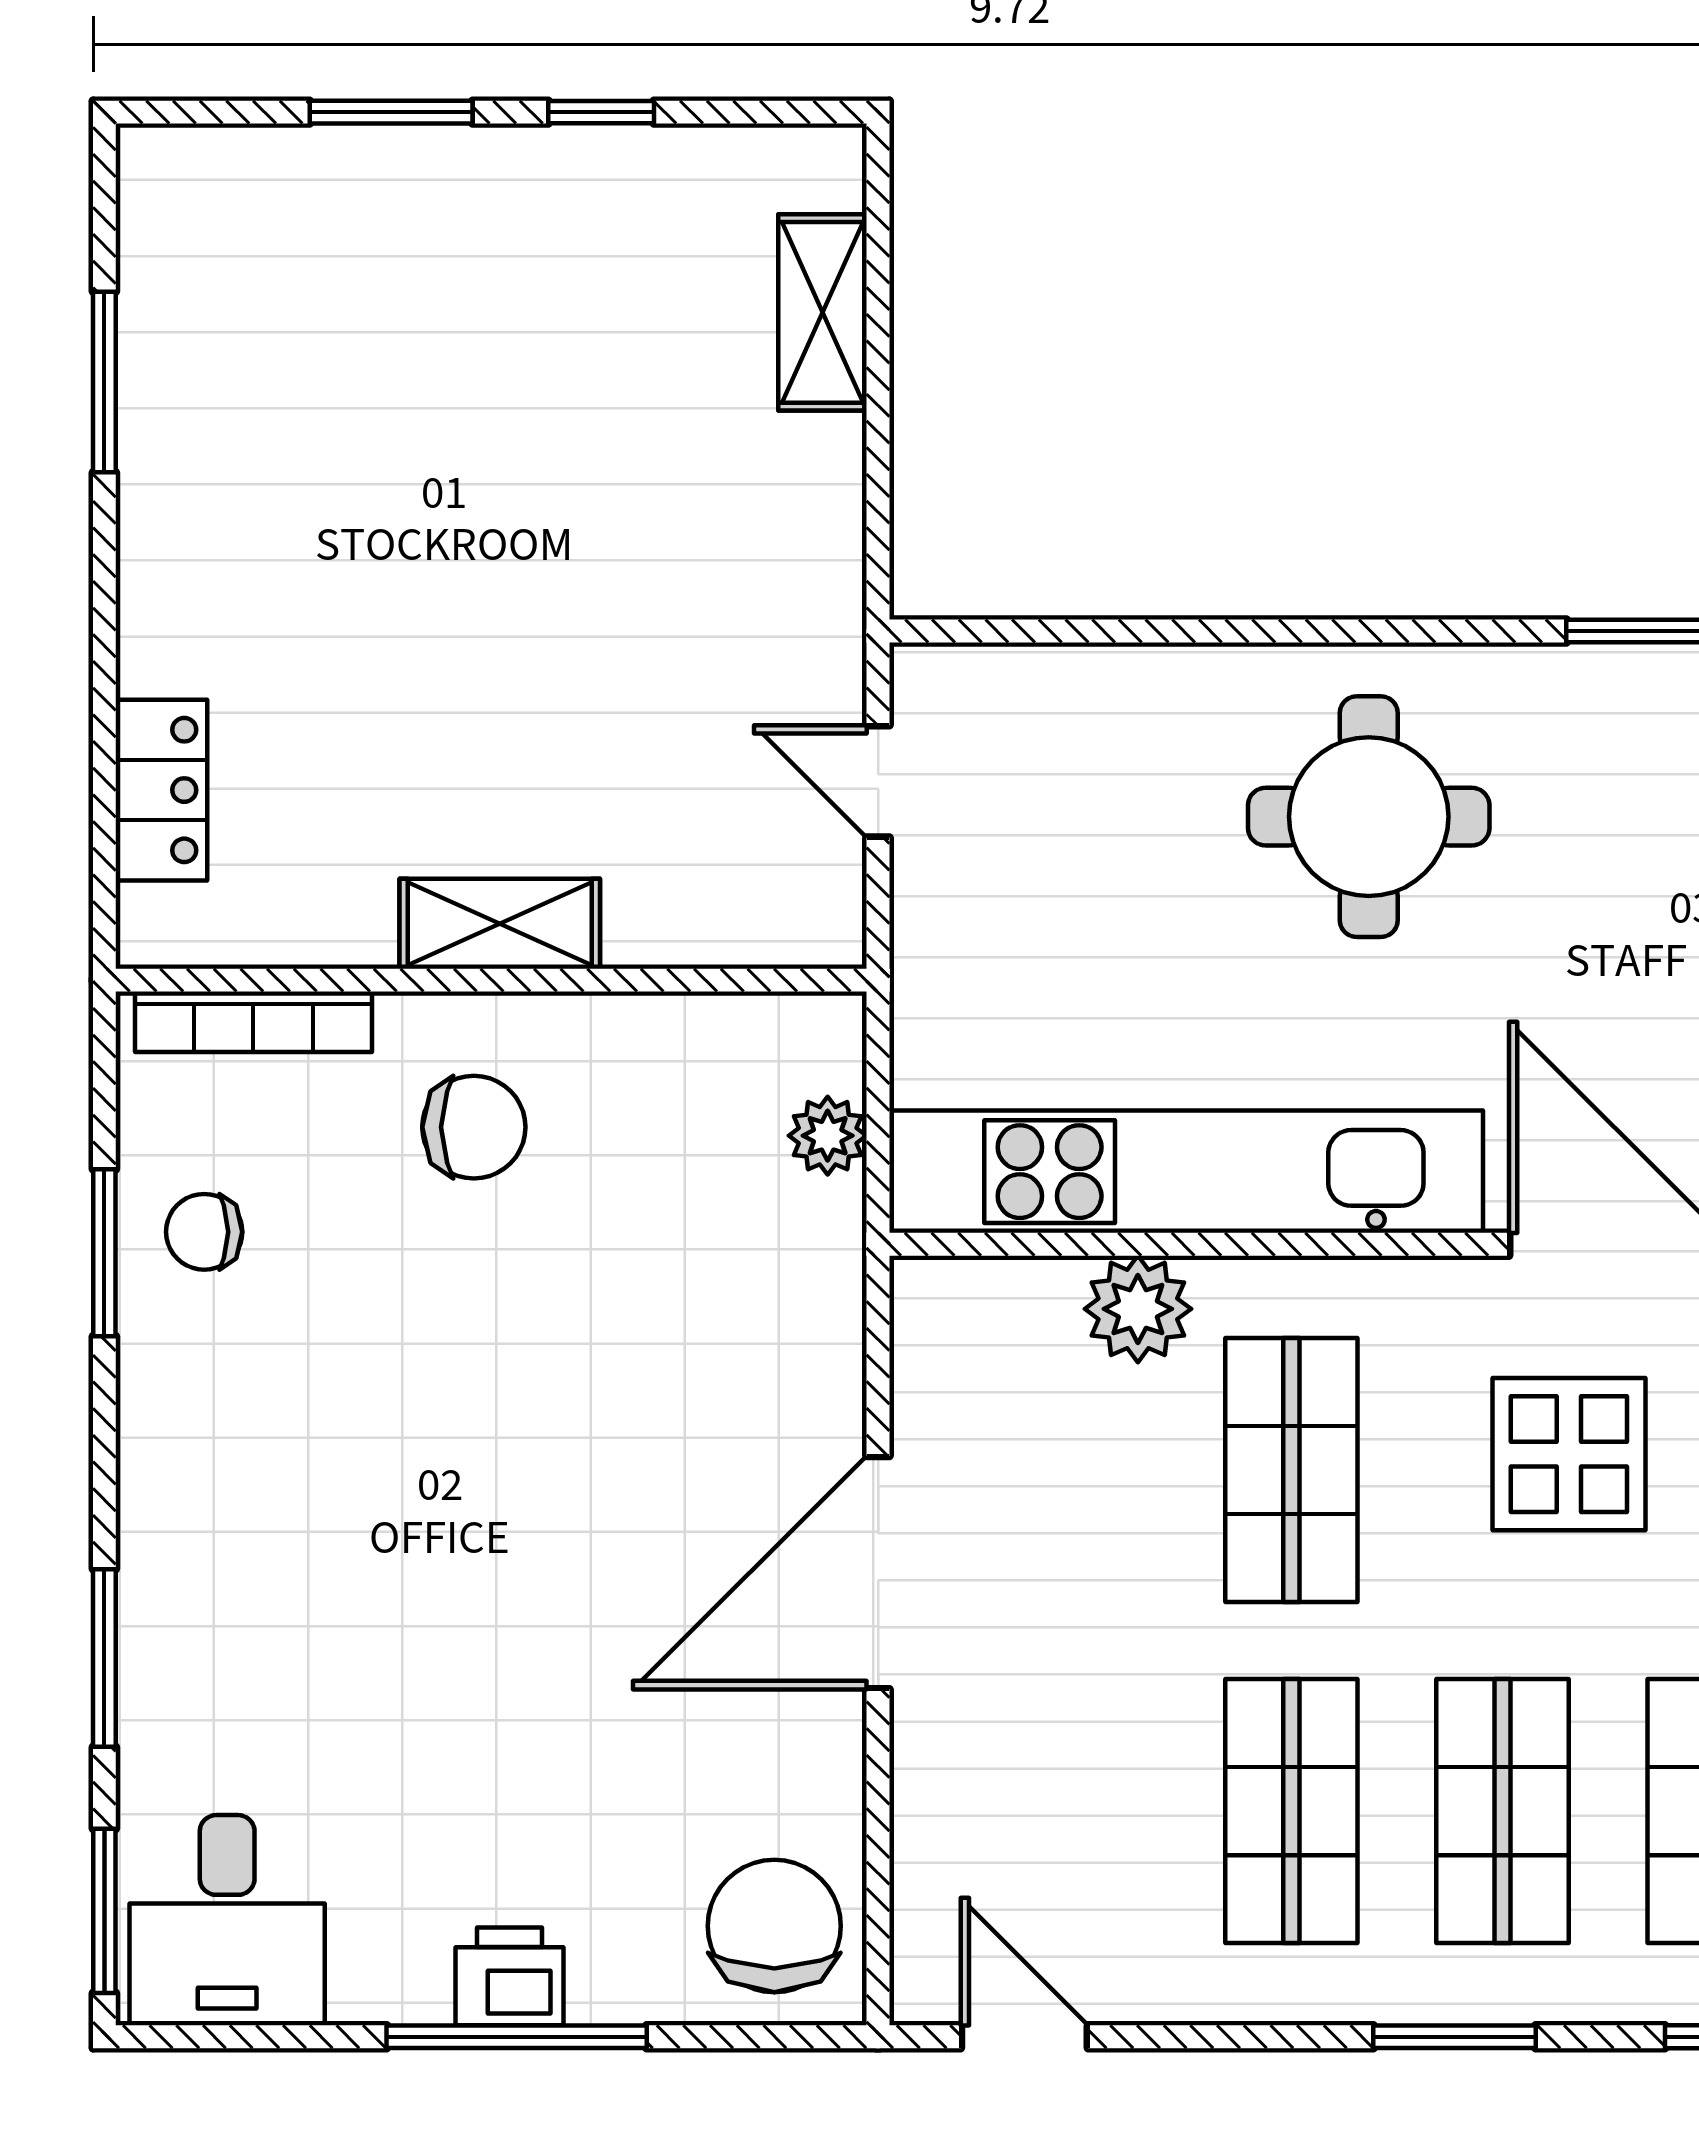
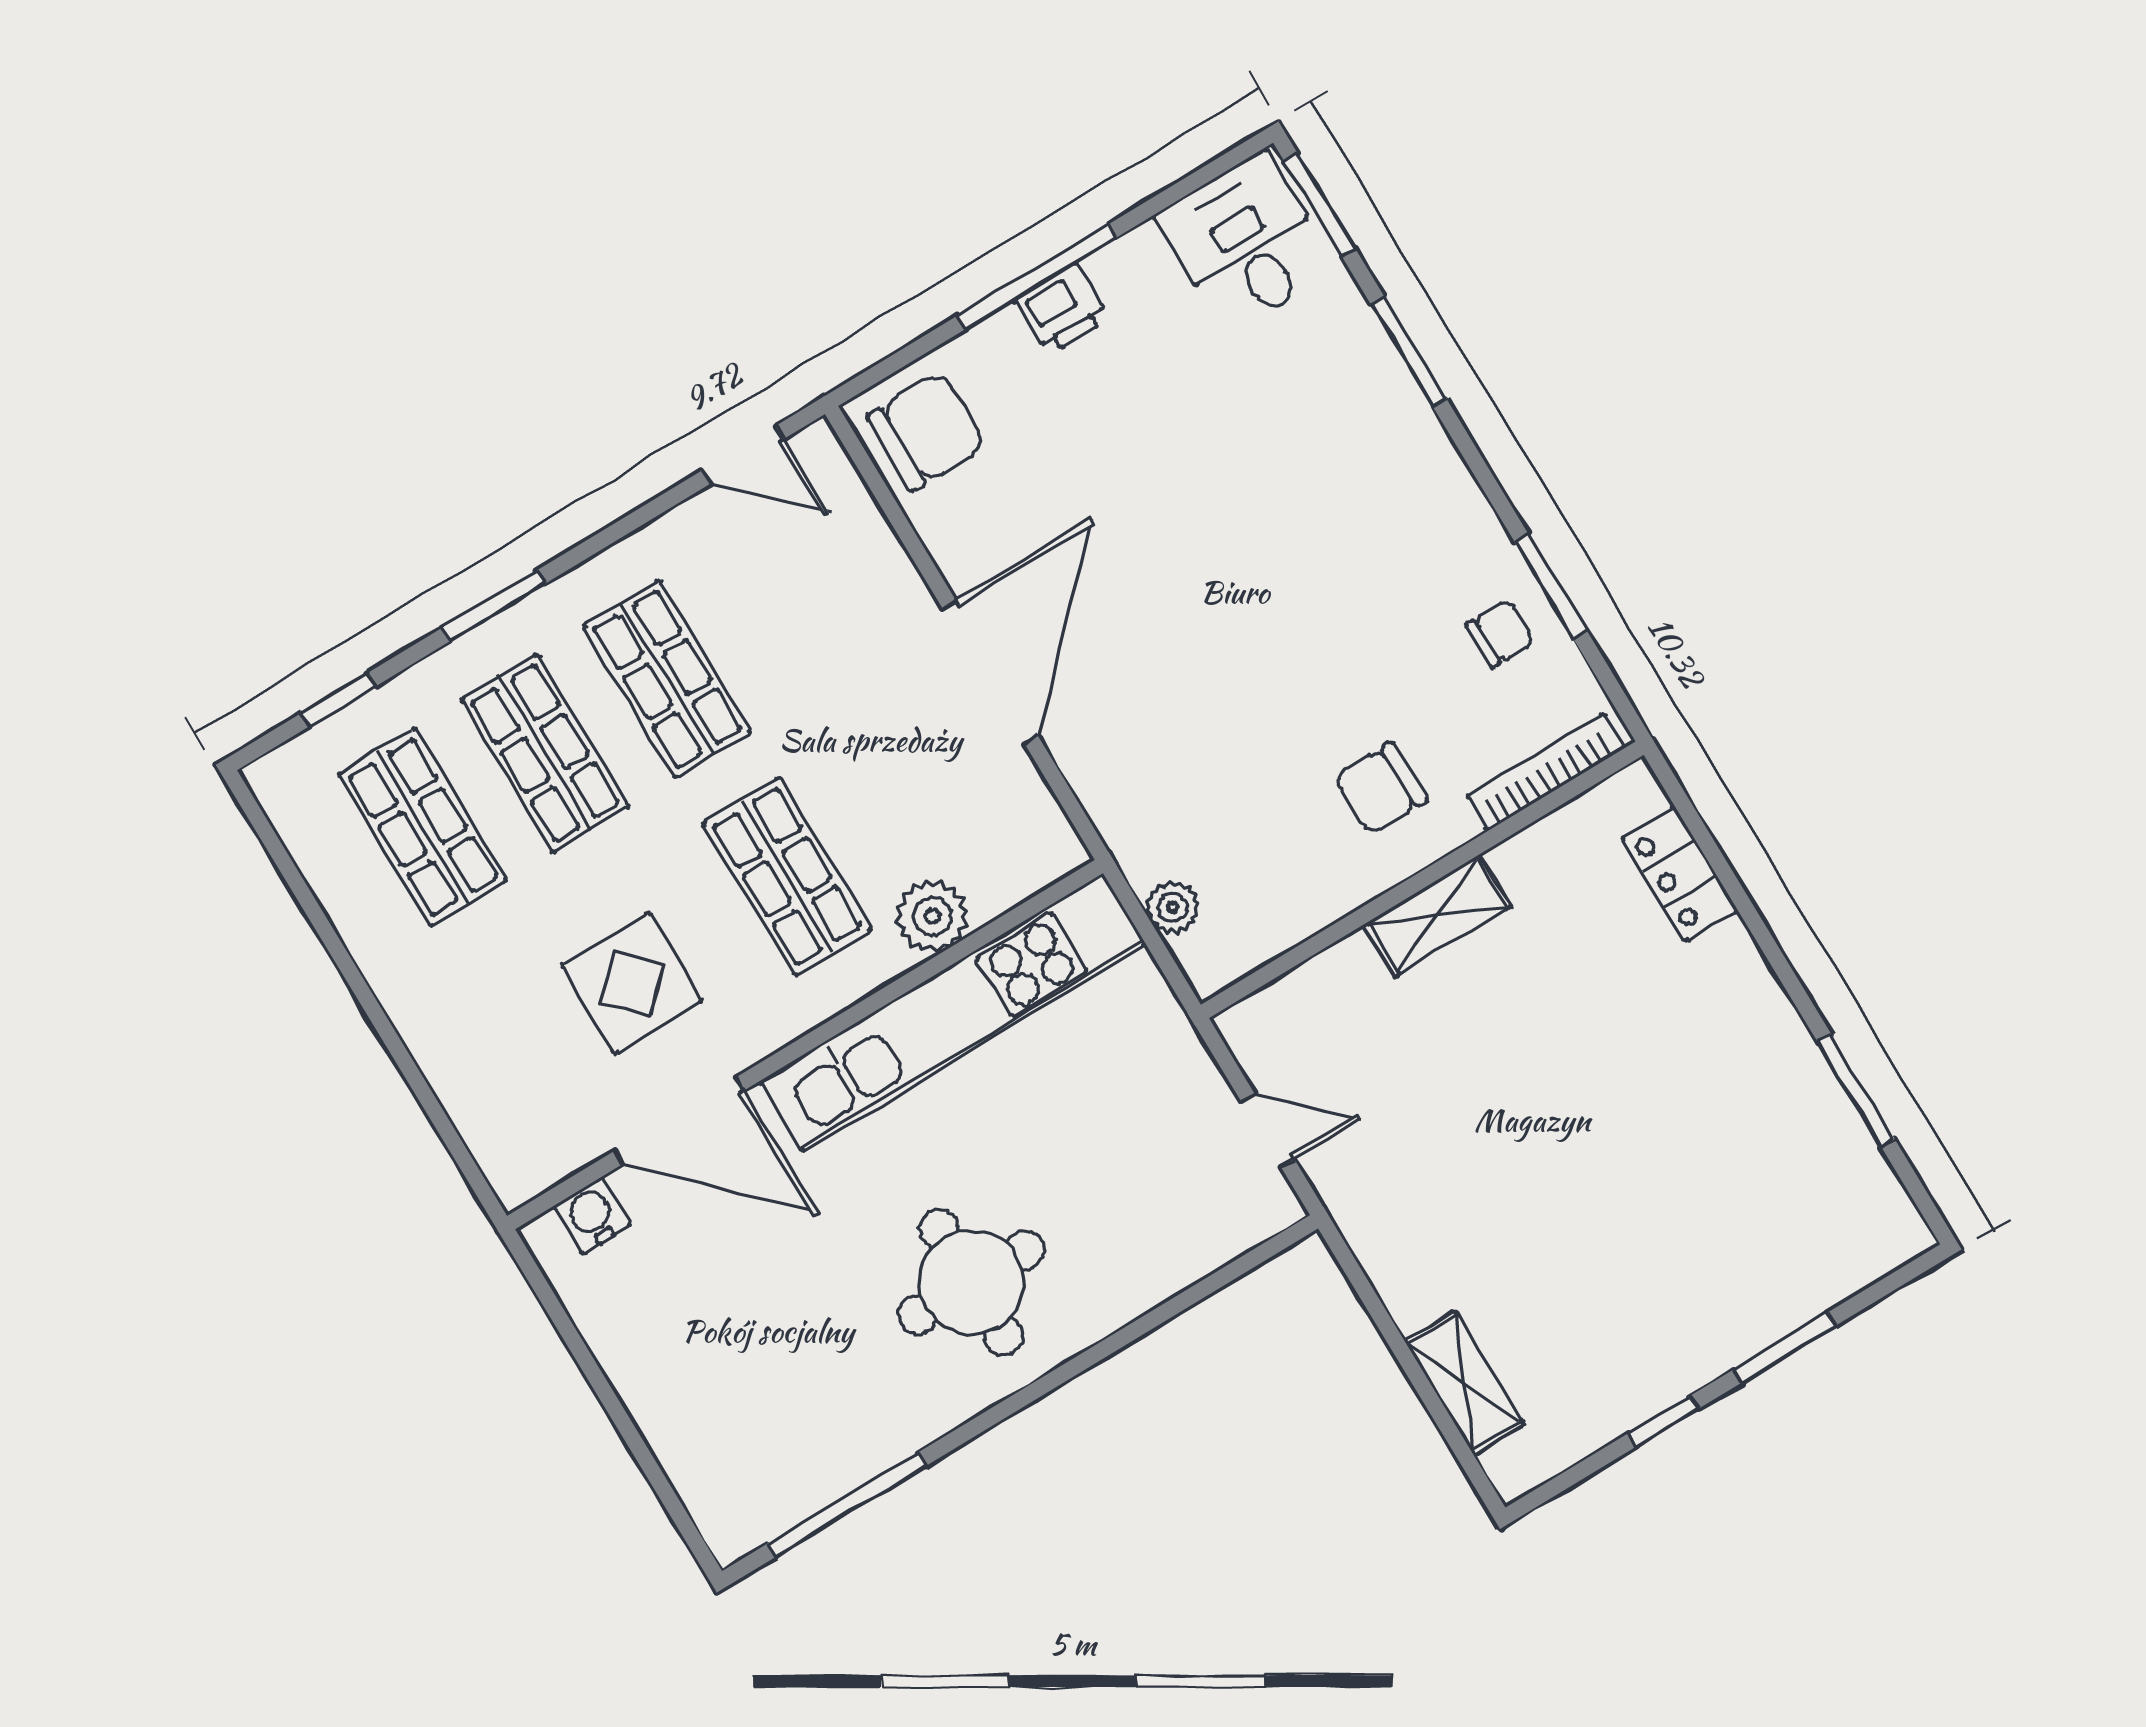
chair: (774, 1926) -> (927, 431), turned -90

